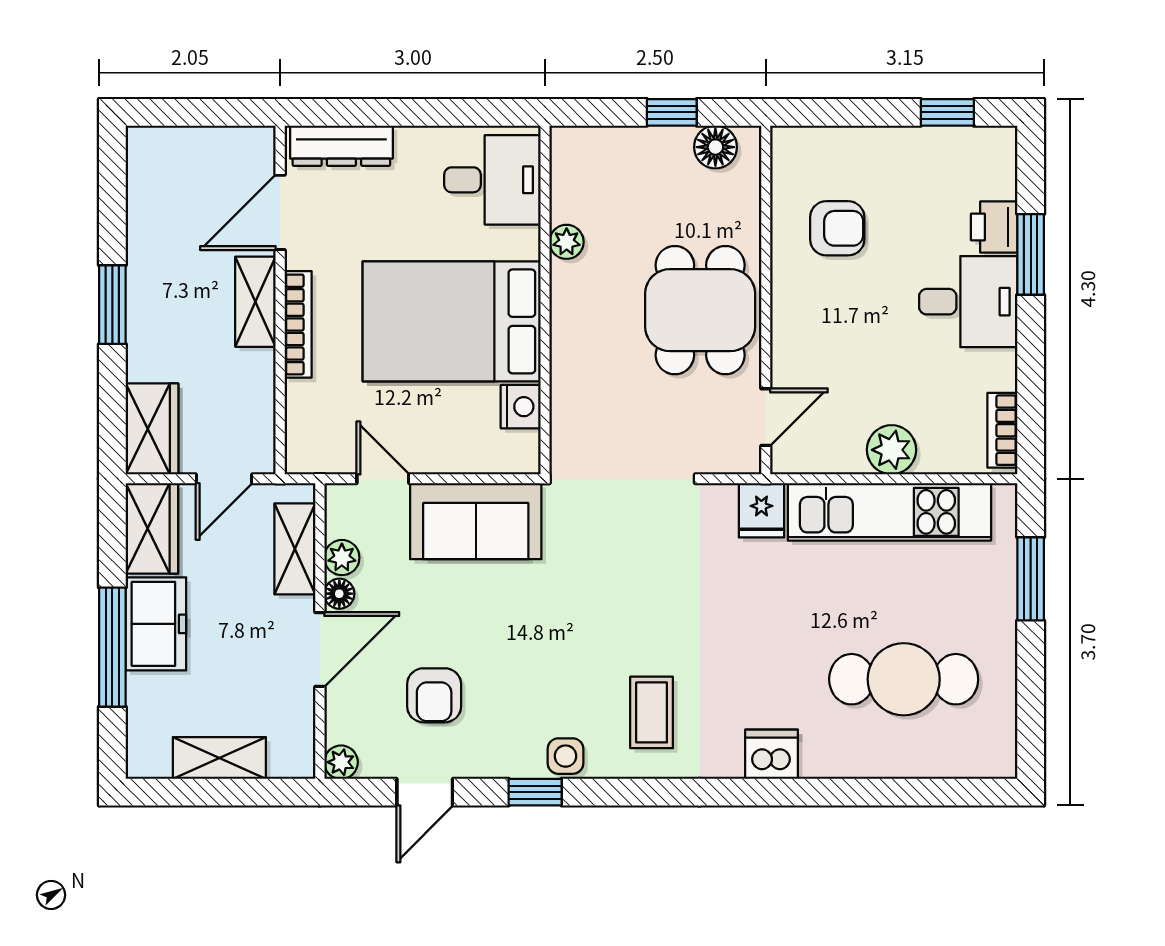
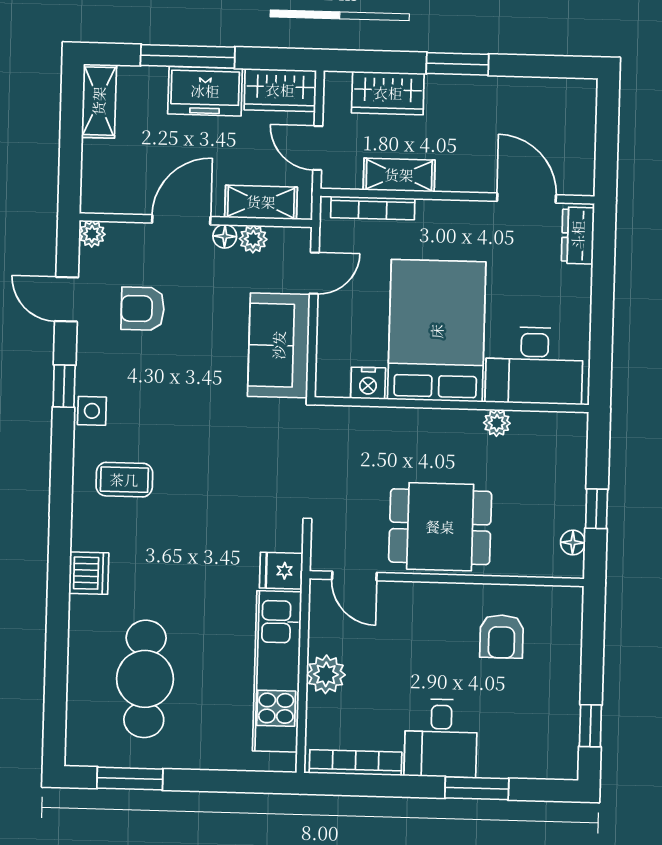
dresser: (341, 146) -> (578, 235), width x0.70
floor lamp: (715, 147) -> (573, 542), width x0.73, depth x0.73
desk: (492, 180) -> (534, 366), width x1.37
printer: (994, 227) -> (499, 760), removed
shelving: (255, 302) -> (399, 175), moved
bookcase: (298, 324) -> (373, 208), moved
wardrobe: (152, 429) -> (388, 93), moved
bookcase: (1002, 430) -> (355, 763), width x1.56
window: (1031, 579) -> (130, 779), moved
door: (320, 649) -> (181, 220), swing flipped
shelving: (219, 758) -> (99, 101), moved

